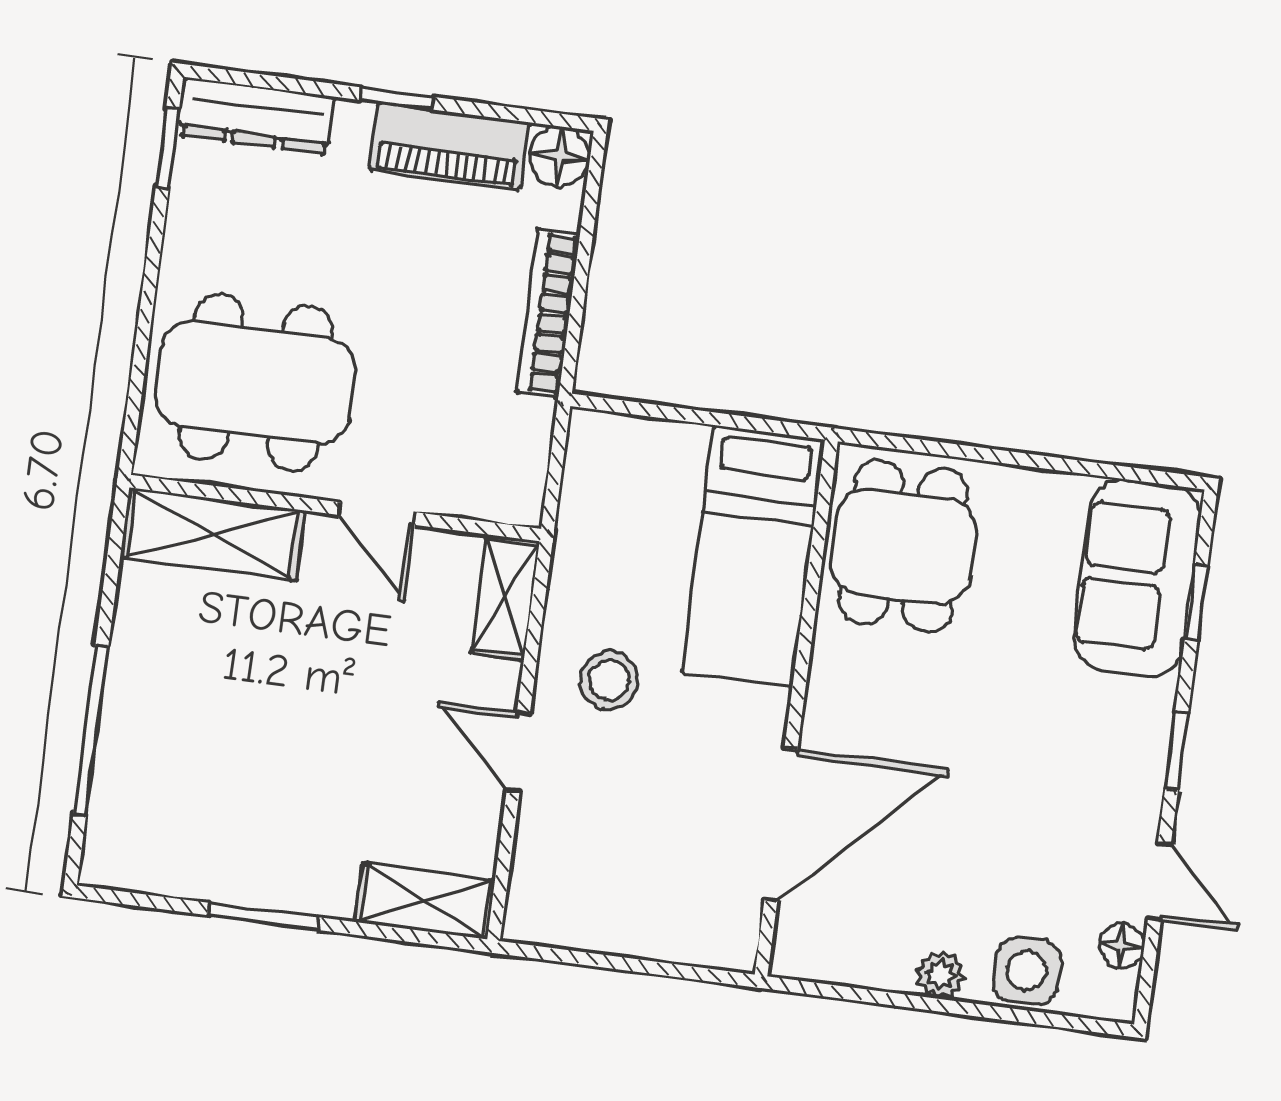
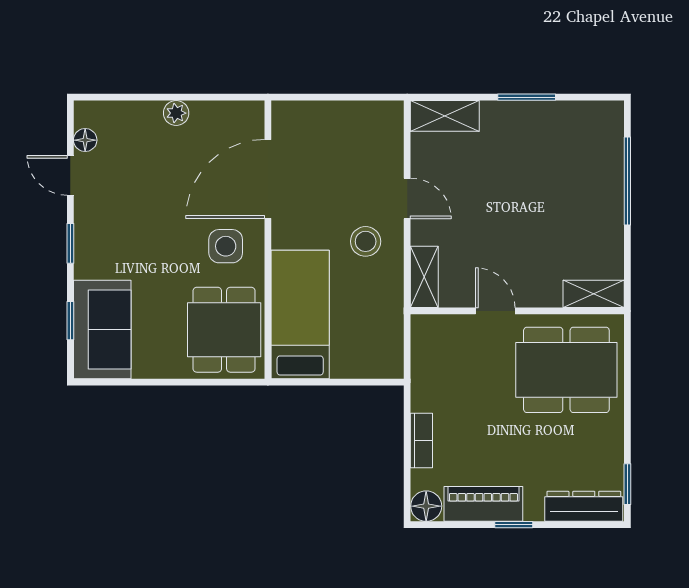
bookcase: (548, 313) -> (421, 441), width x0.64
shelving: (212, 534) -> (594, 294), width x0.67, depth x0.75
side table: (1027, 971) -> (226, 246), moved

